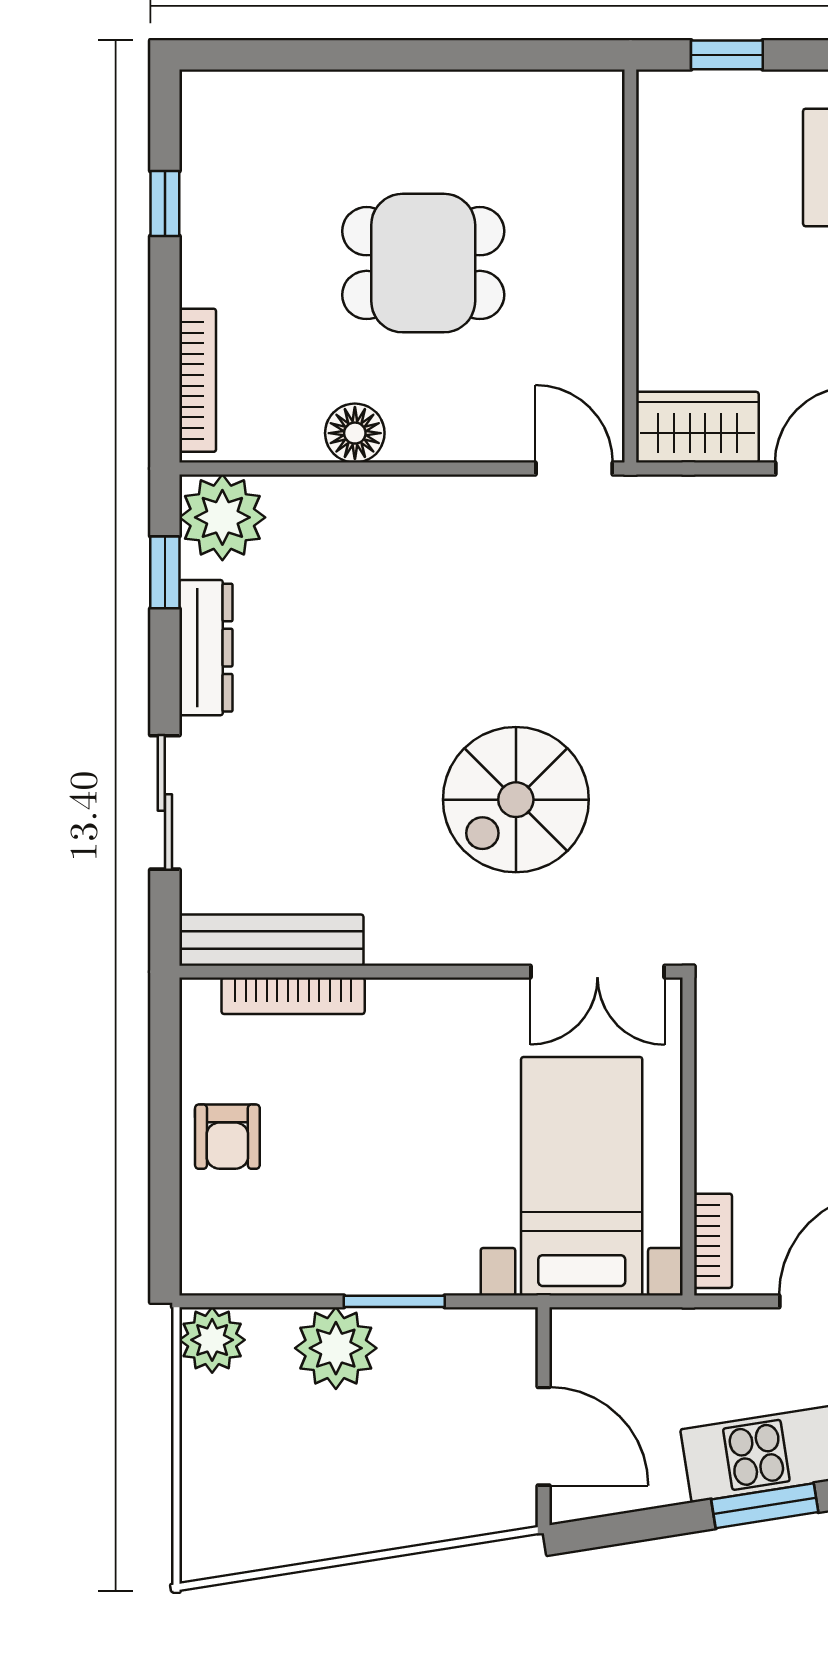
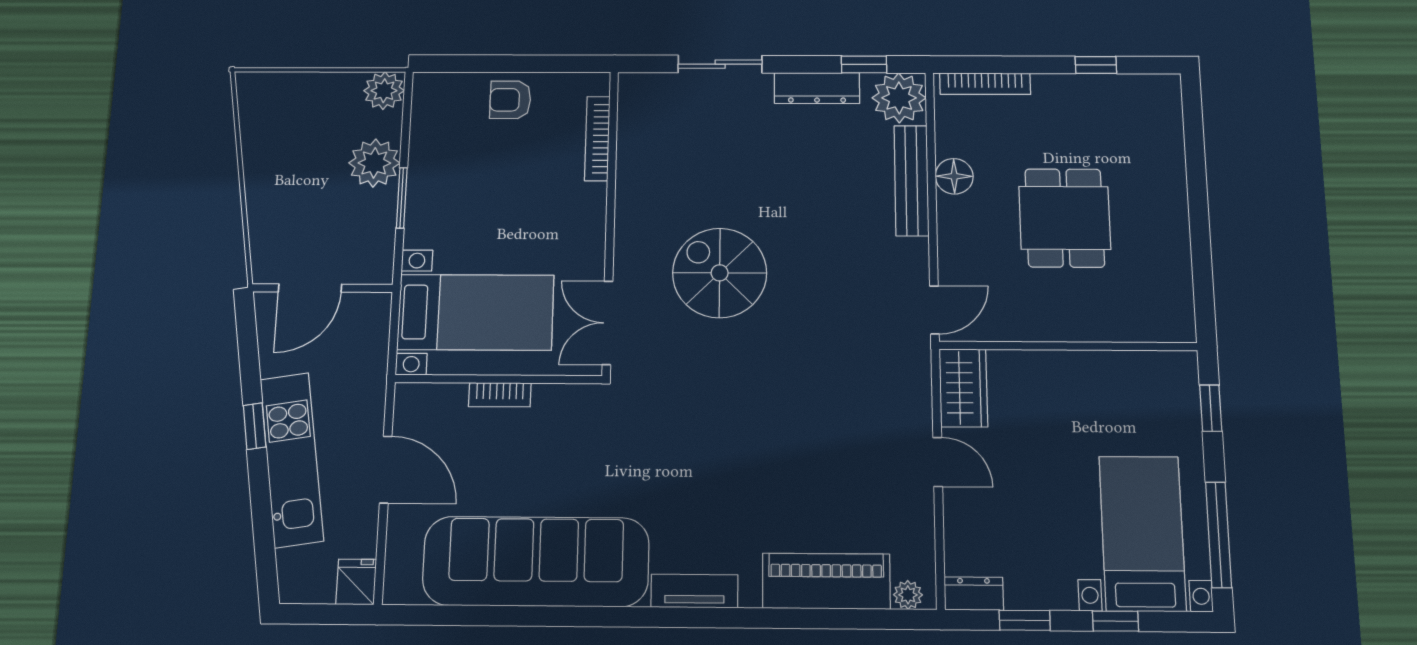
bench: (271, 940) -> (911, 180), moved
bookcase: (713, 1241) -> (500, 395), moved
window: (765, 1506) -> (255, 426), width x0.67

